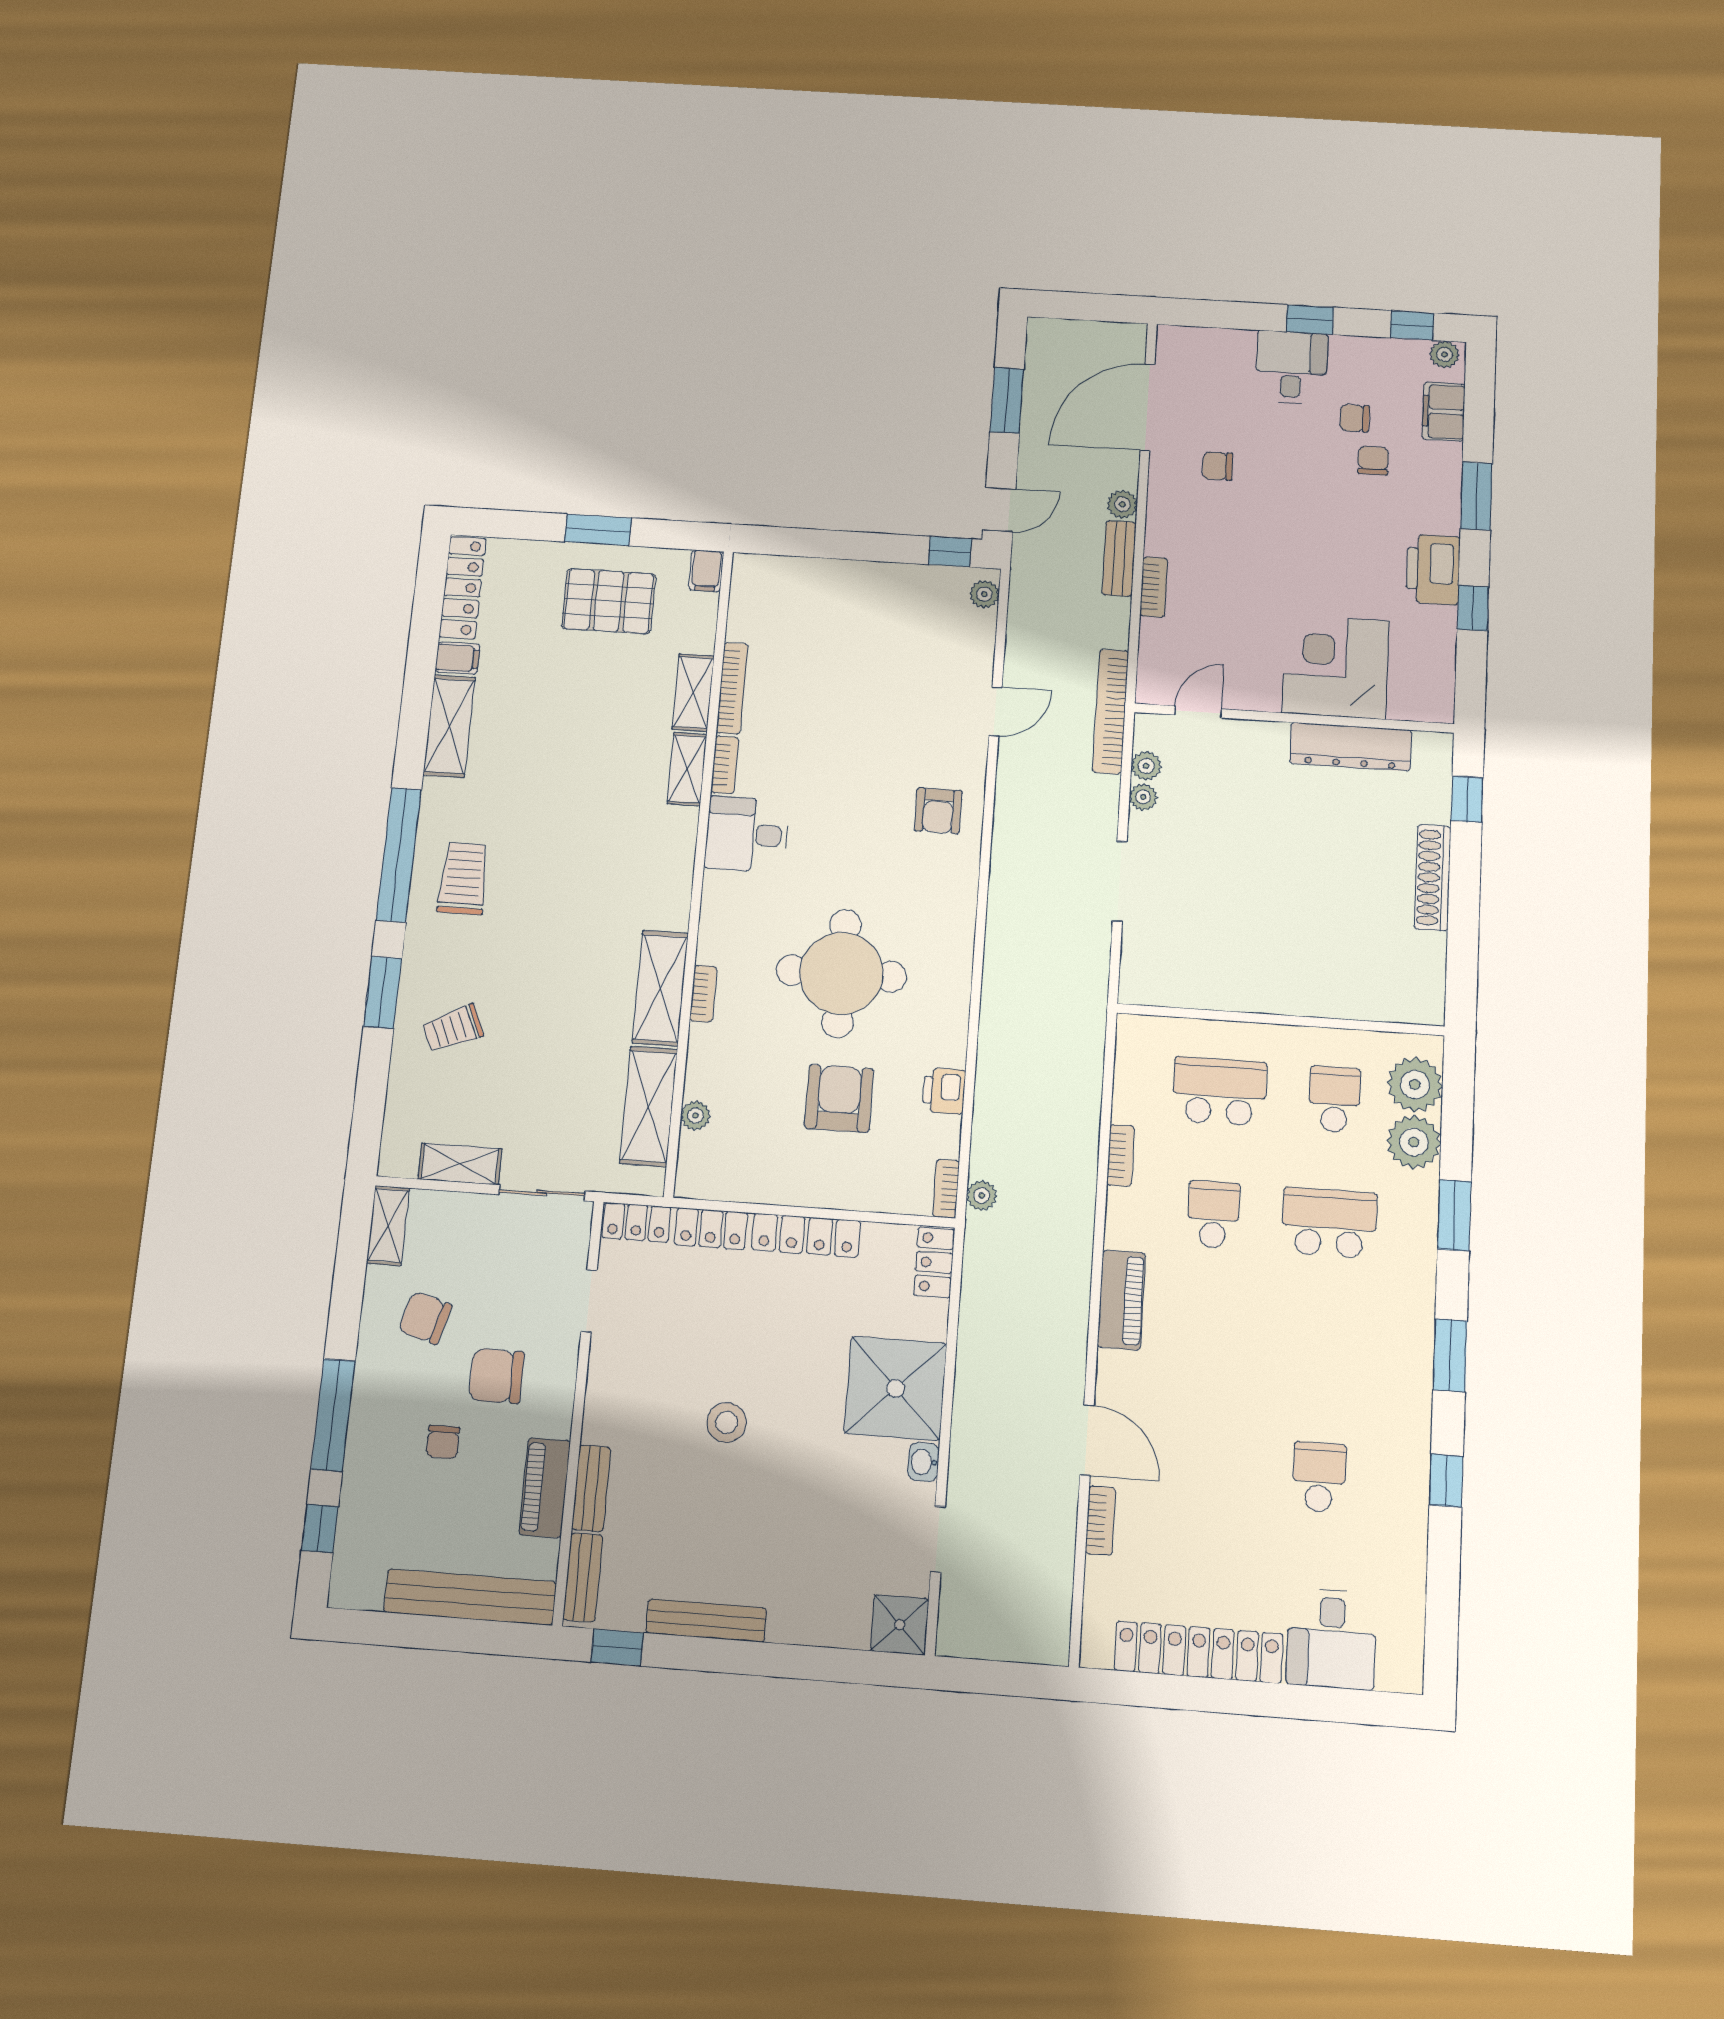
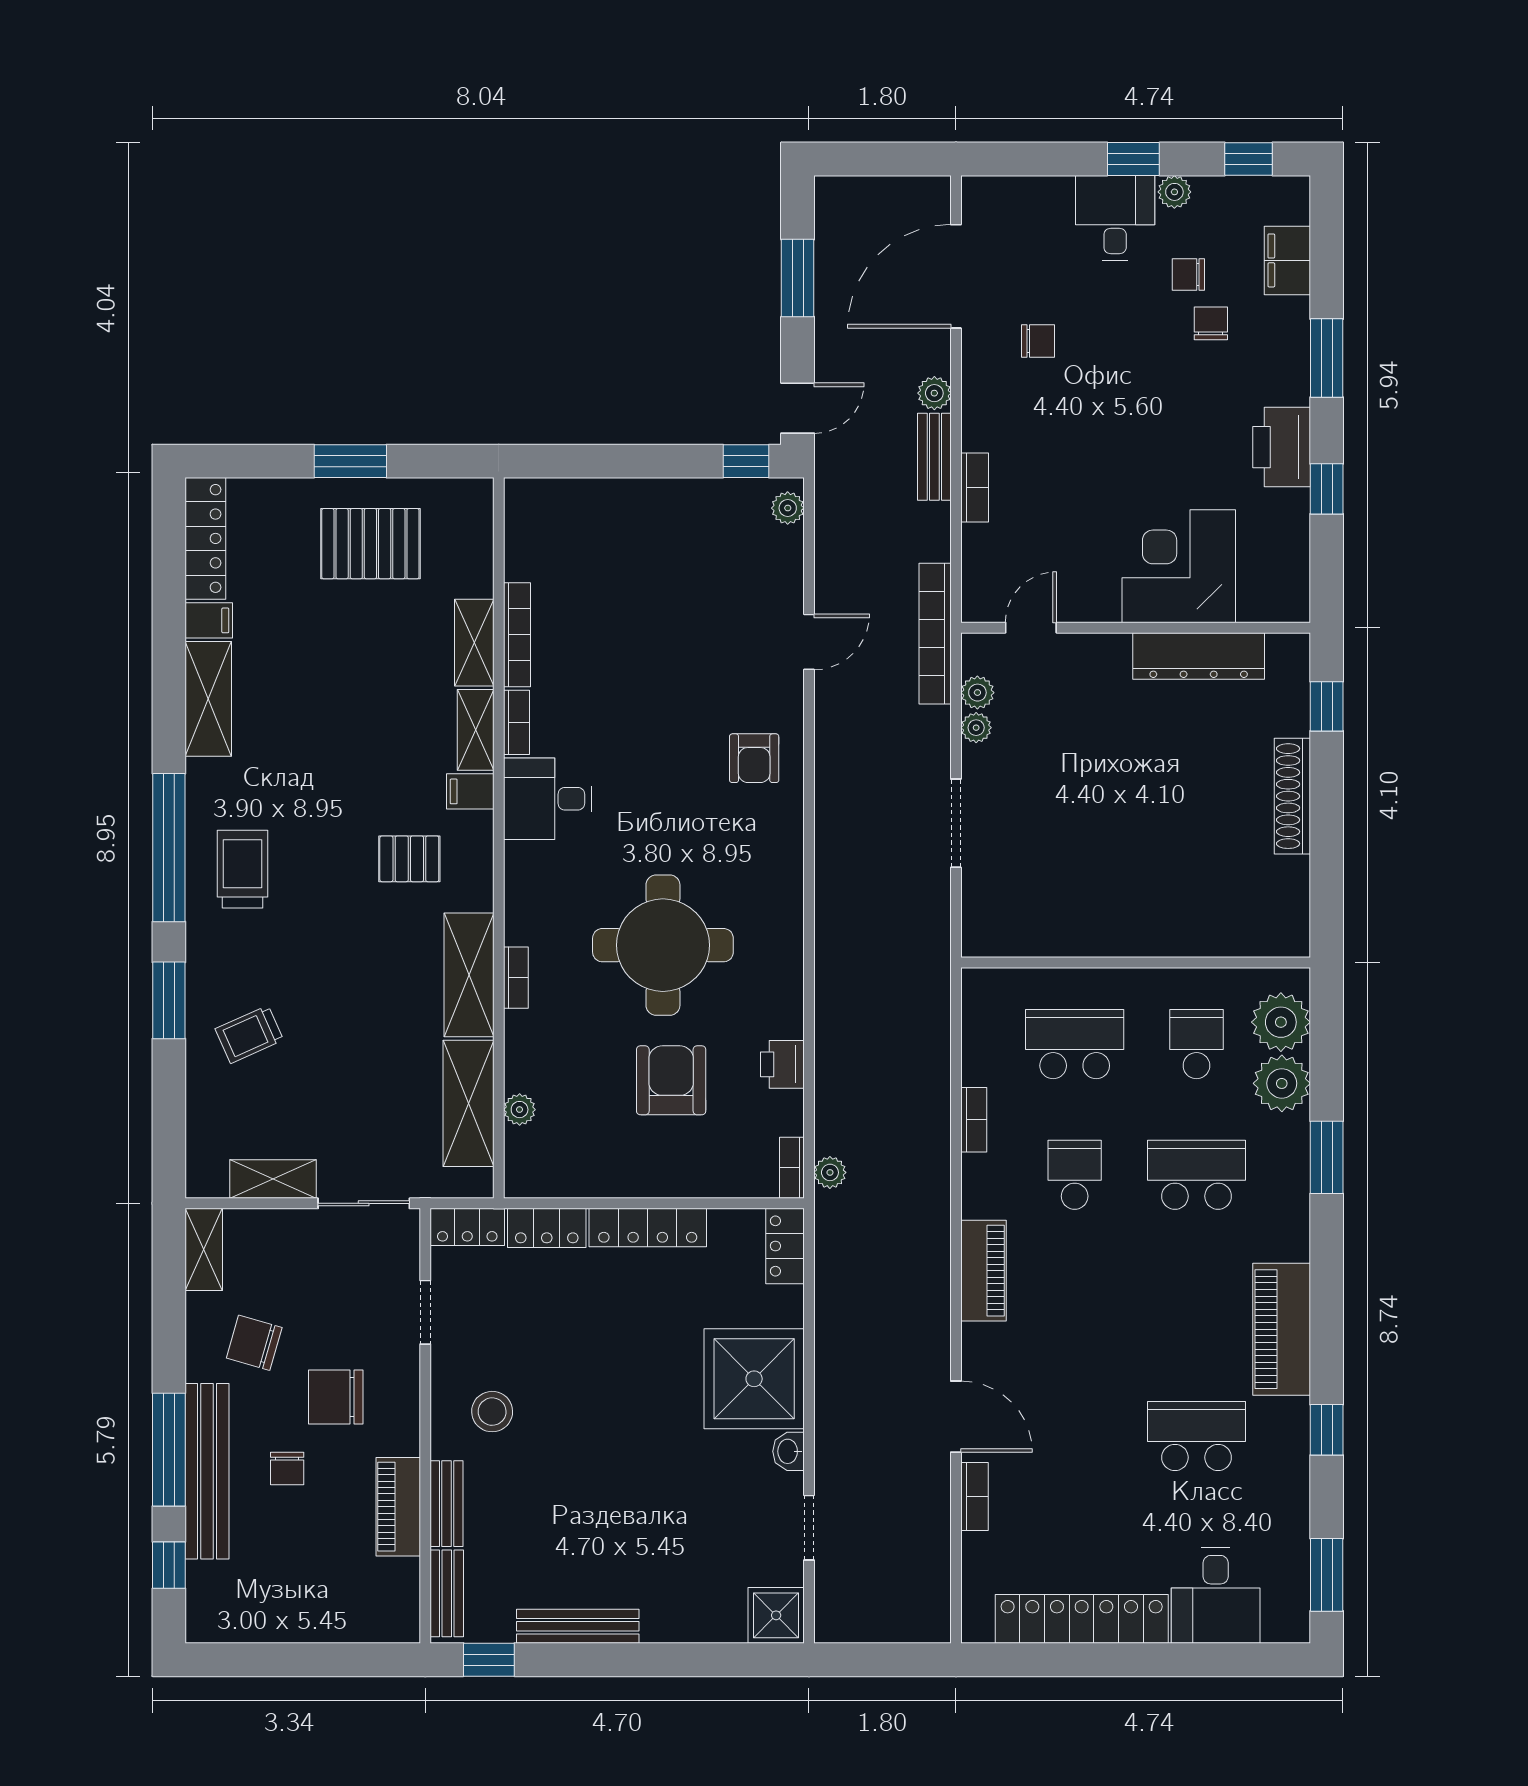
plant: (1444, 355) -> (1174, 192), moved
chair: (1218, 466) -> (1038, 341), turned 180
filing cabinet: (706, 571) -> (470, 791), moved, turned 90
pallet: (616, 879) -> (409, 859), added
window: (1450, 1355) -> (1327, 1575), moved
piano: (1406, 1378) -> (1282, 1329), added
stool: (727, 1422) -> (492, 1412), moved
school desk: (1319, 1477) -> (1196, 1436), width x1.85
bench: (470, 1597) -> (207, 1471), moved, turned 90

